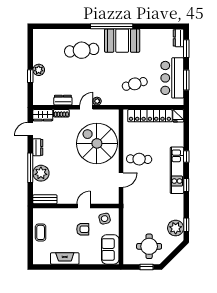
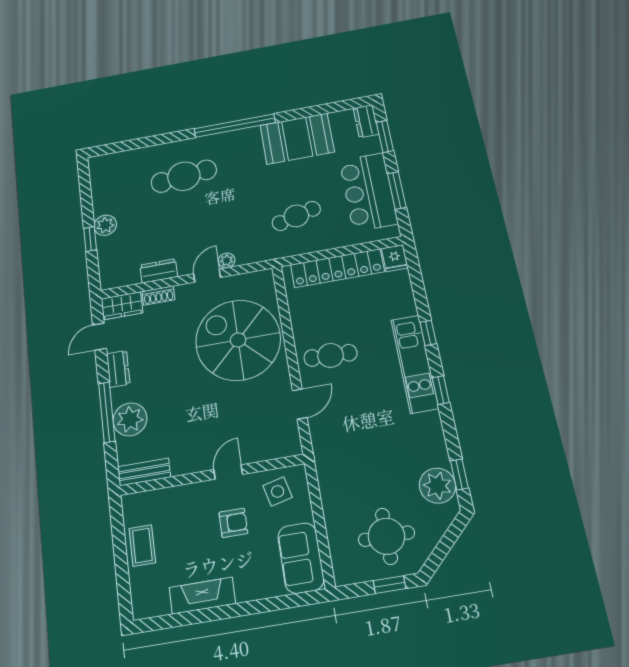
booth: (122, 41) -> (297, 139), moved

